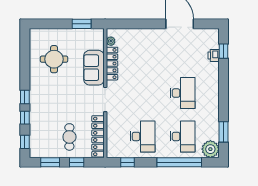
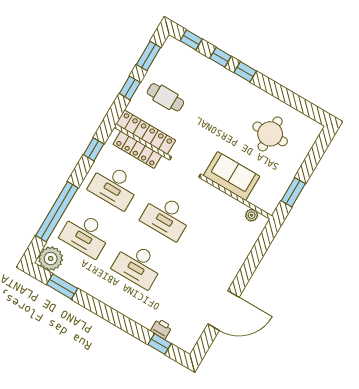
locker: (112, 64) -> (137, 150), moved
desk: (143, 93) -> (166, 217), added

